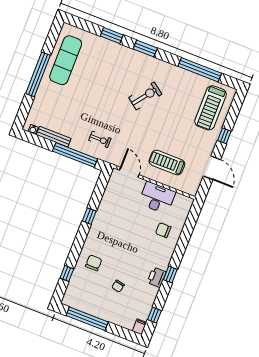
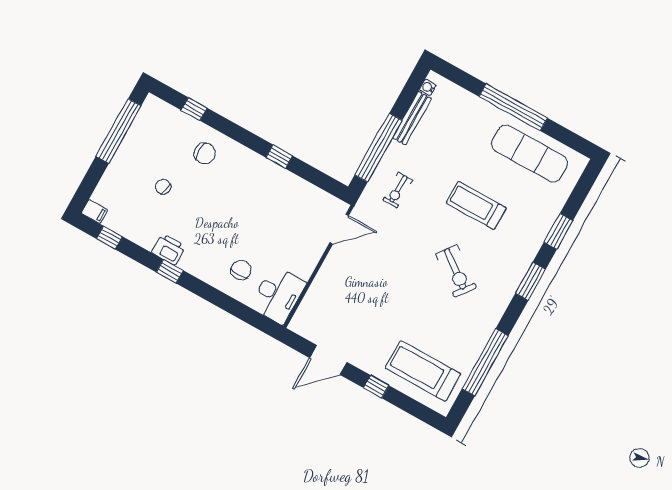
treadmill: (167, 163) -> (476, 205), moved, turned -90
desk: (157, 198) -> (278, 295), moved

